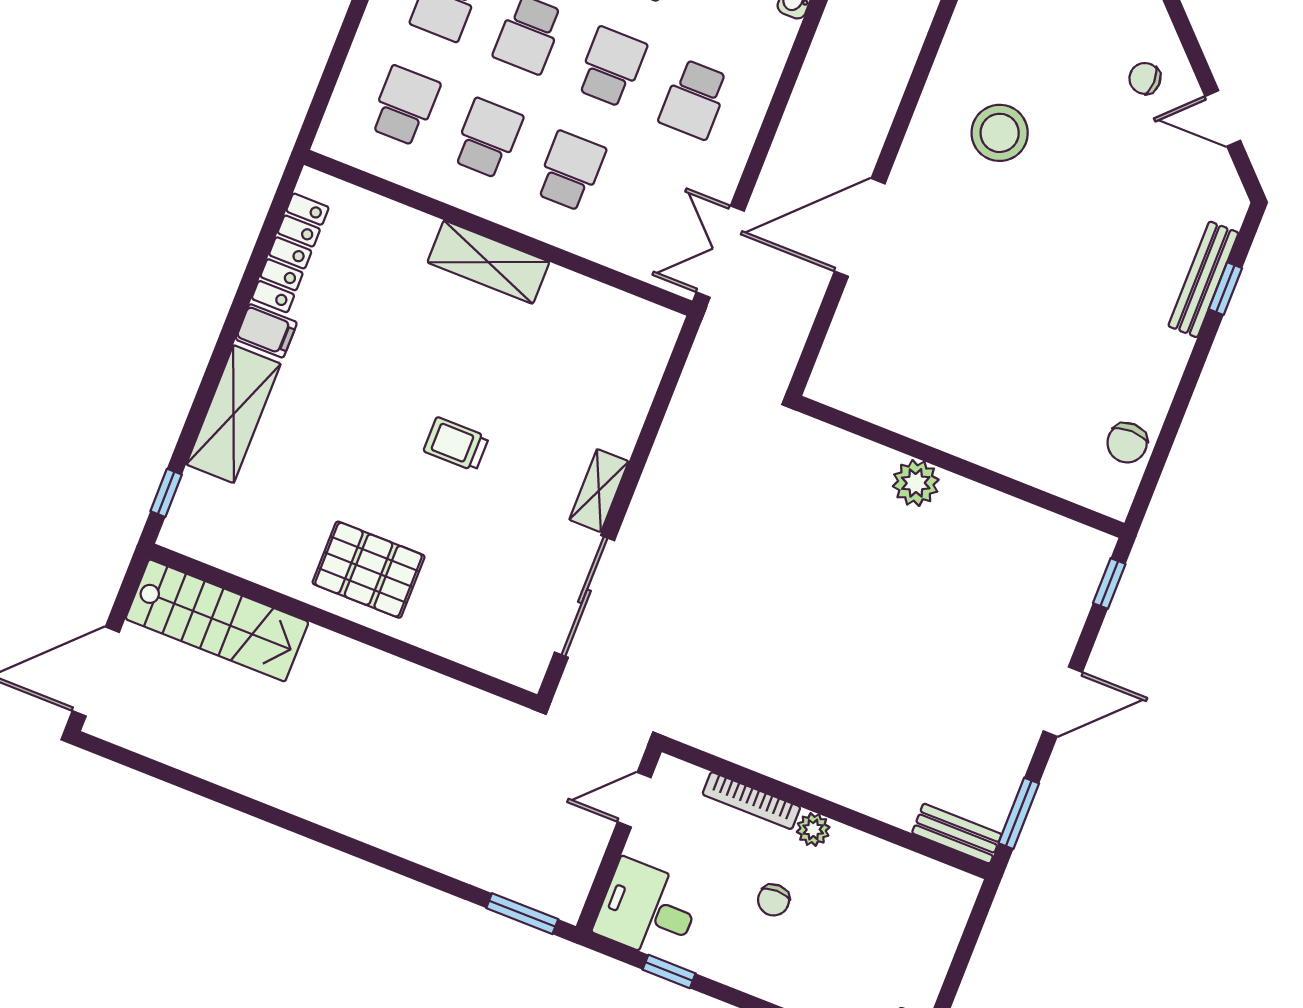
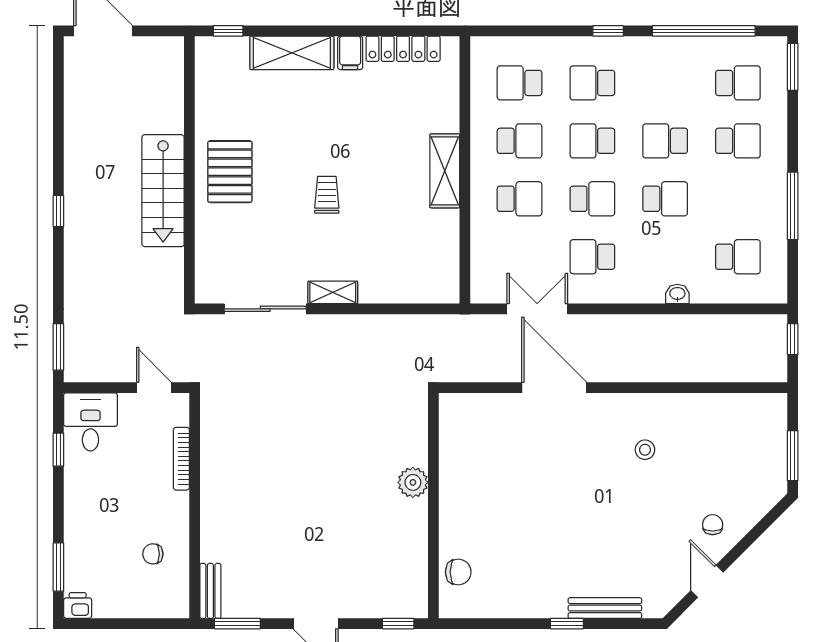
school desk: (405, 106) -> (520, 83), turned 180
stool: (1000, 133) -> (645, 450), width x0.53, depth x0.53
double door: (720, 252) -> (537, 309), moved
window: (1225, 289) -> (567, 624), moved
chair: (1127, 443) -> (458, 572), moved, turned 180
stairs: (217, 620) -> (163, 191), moved
plant: (813, 830) -> (179, 503), removed
window: (328, 837) -> (58, 211), added
chair: (774, 900) -> (153, 554), moved

